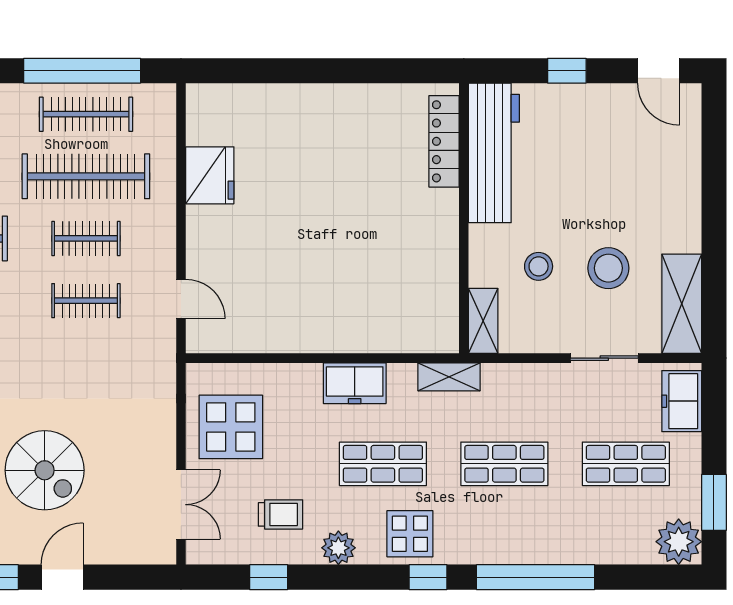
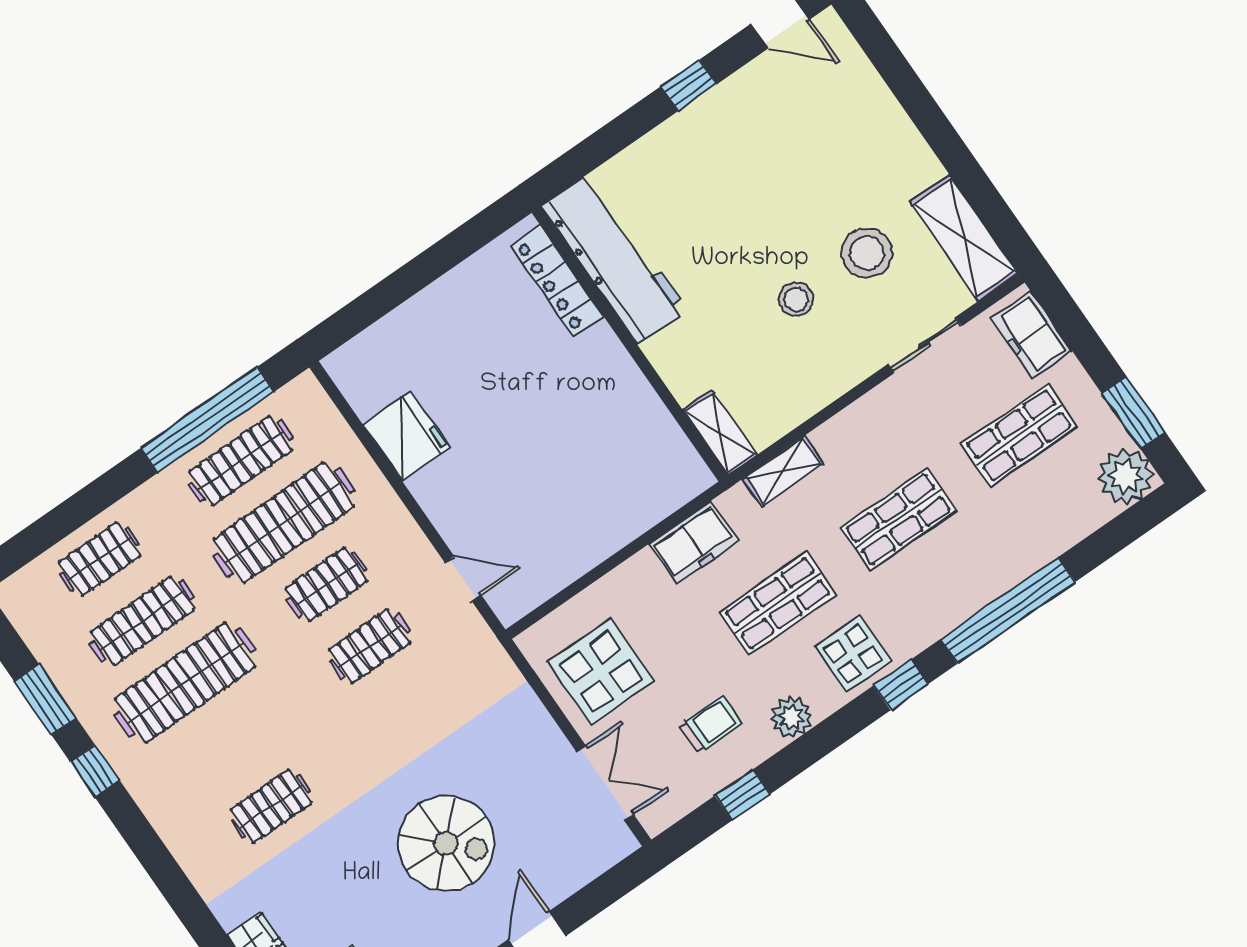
locker: (444, 141) -> (557, 281), moved
workbench: (494, 153) -> (615, 258), moved
wall: (464, 218) -> (630, 344), moved
shelving: (483, 321) -> (720, 433), moved

